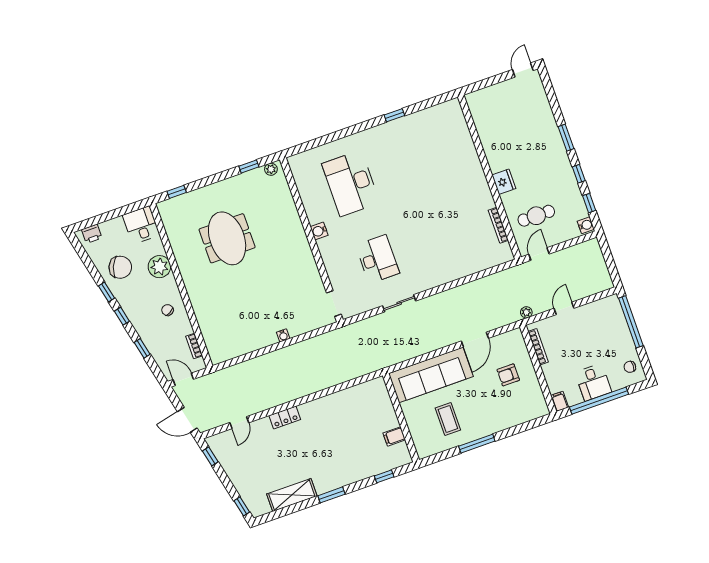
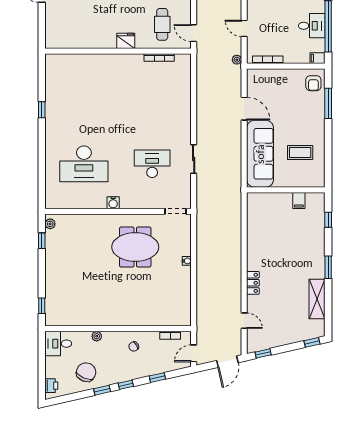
meeting table: (227, 238) -> (135, 247), moved
plant: (159, 267) -> (97, 336), width x0.53, depth x0.53
armchair: (508, 375) -> (313, 83), moved
window: (477, 444) -> (328, 103), moved

